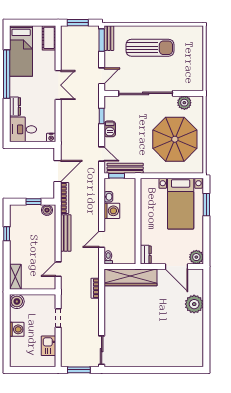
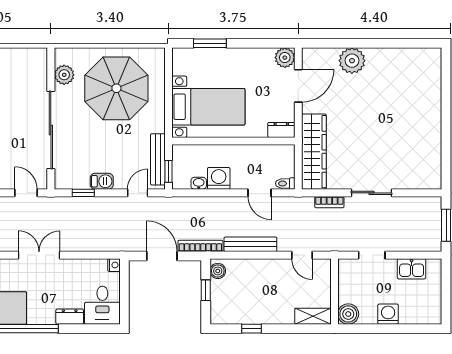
bed with nightstands: (181, 204) -> (208, 107), moved
sliding door: (102, 350) -> (372, 193), moved

